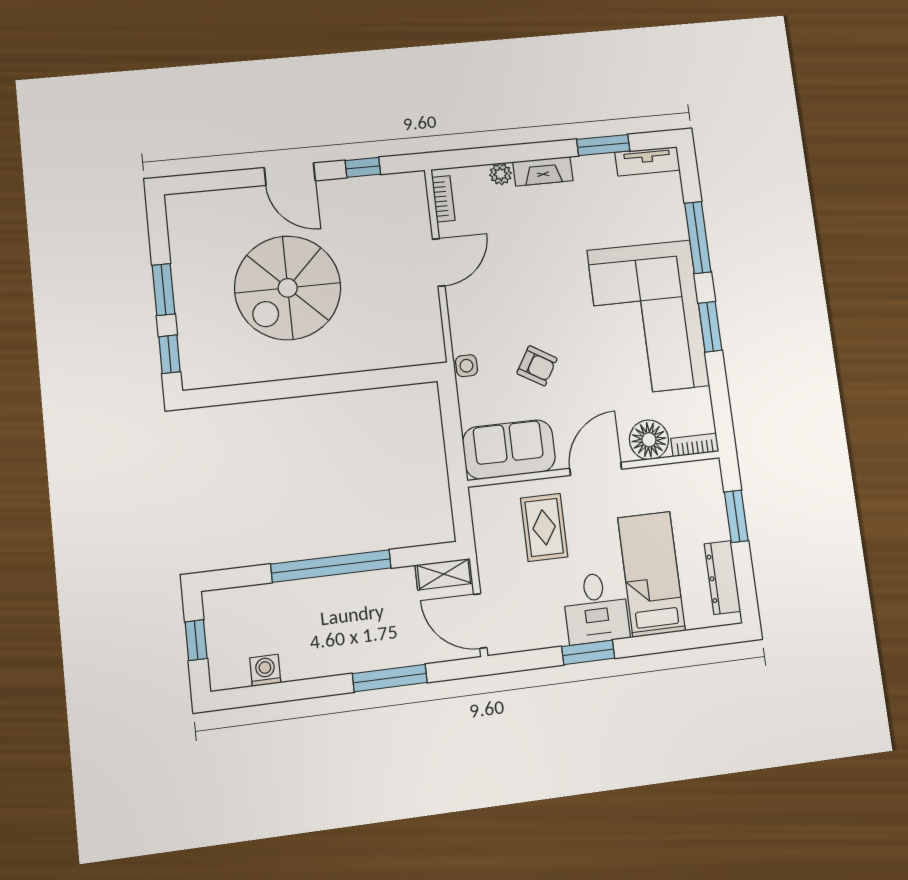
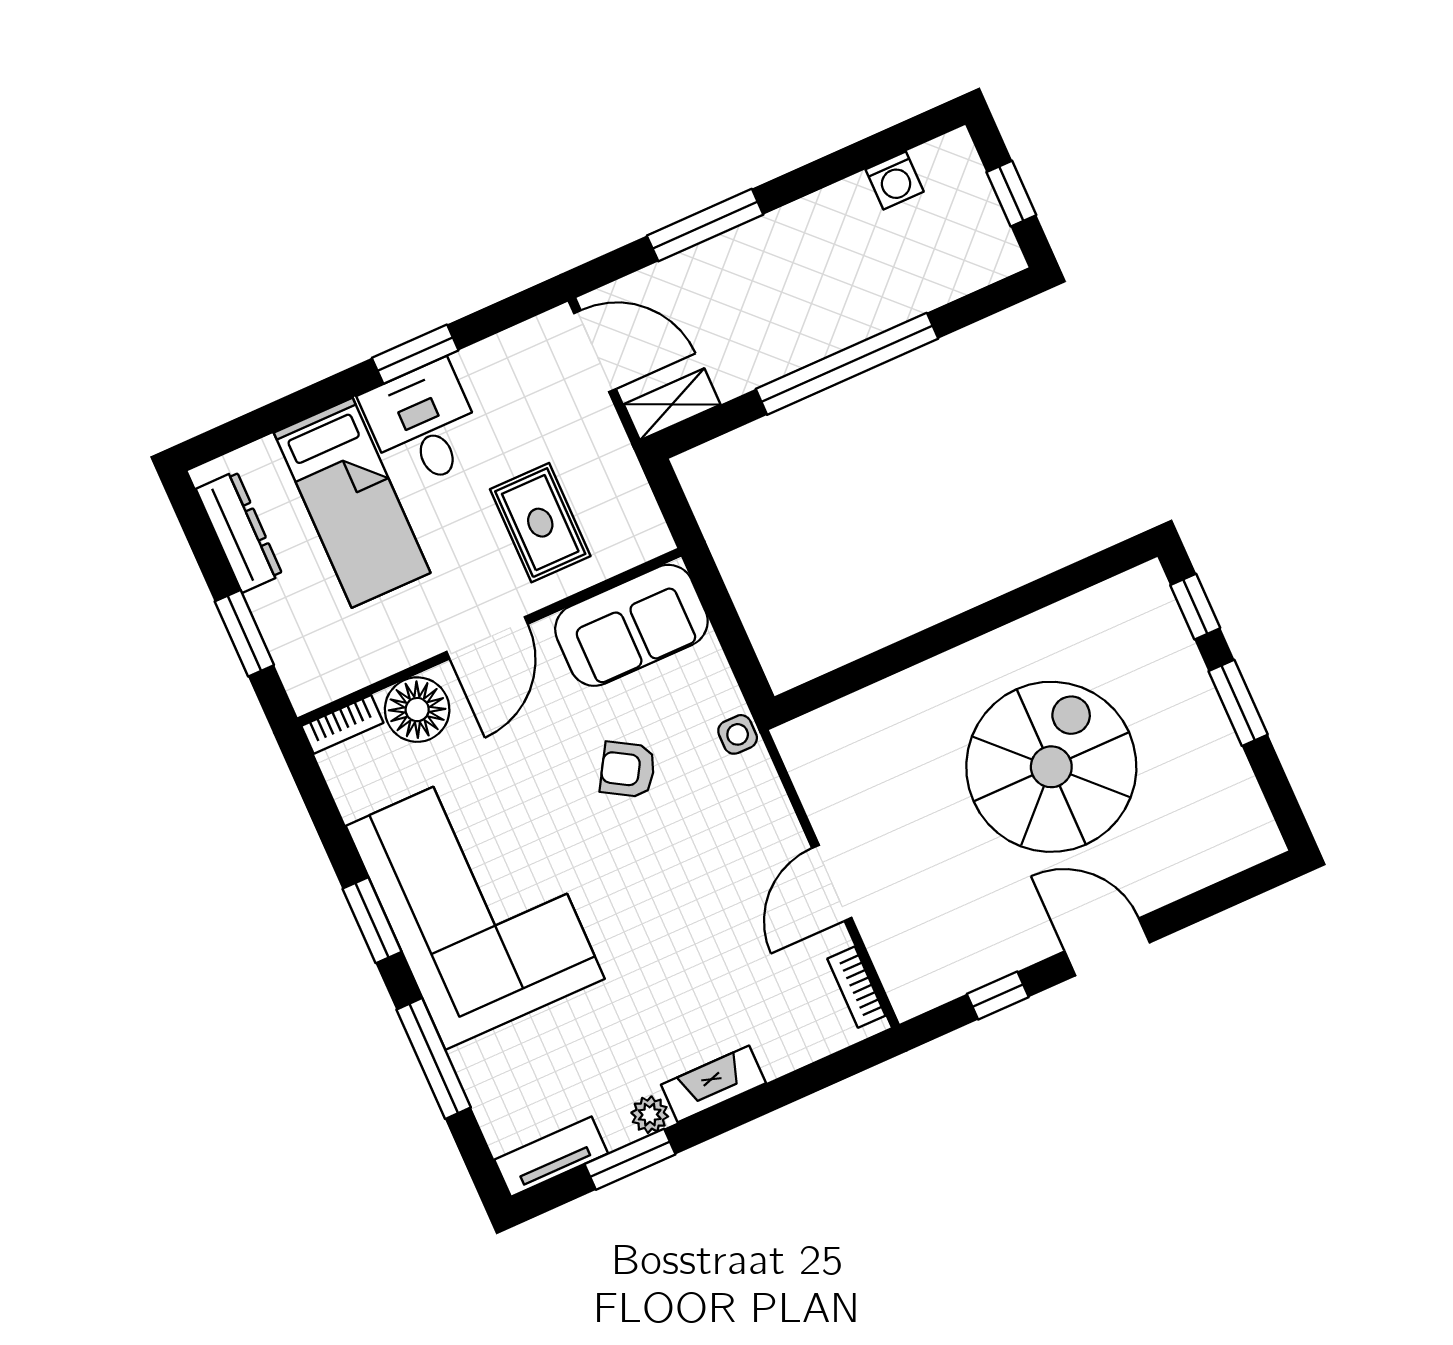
plant: (501, 174) -> (650, 1115), moved

